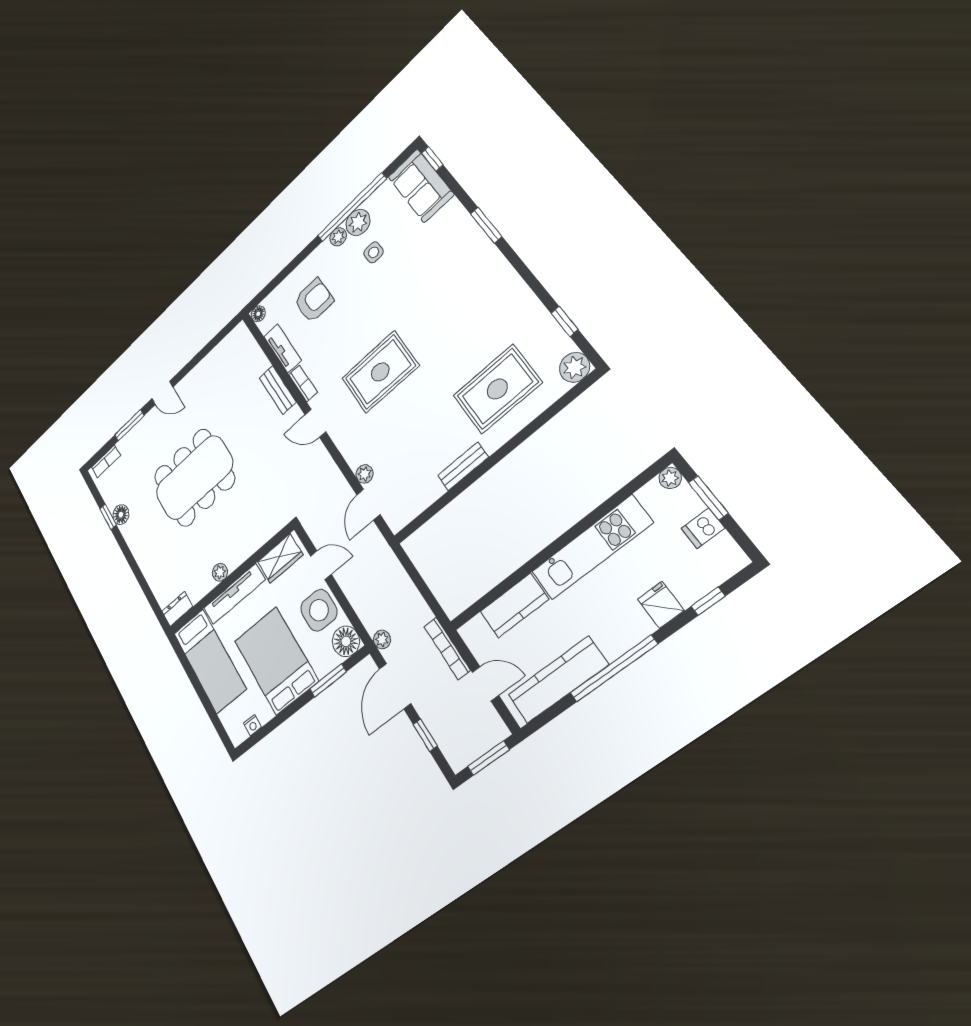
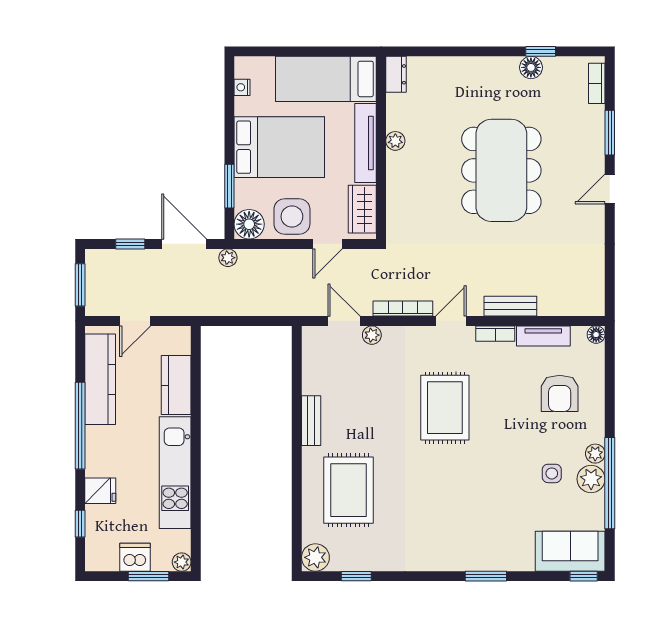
dishwasher: (703, 528) -> (135, 557), width x1.38
bookcase: (447, 648) -> (403, 309), moved

